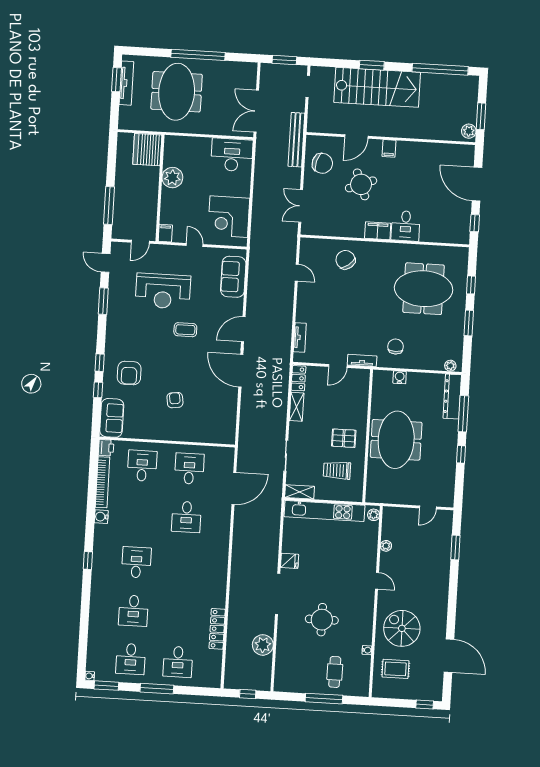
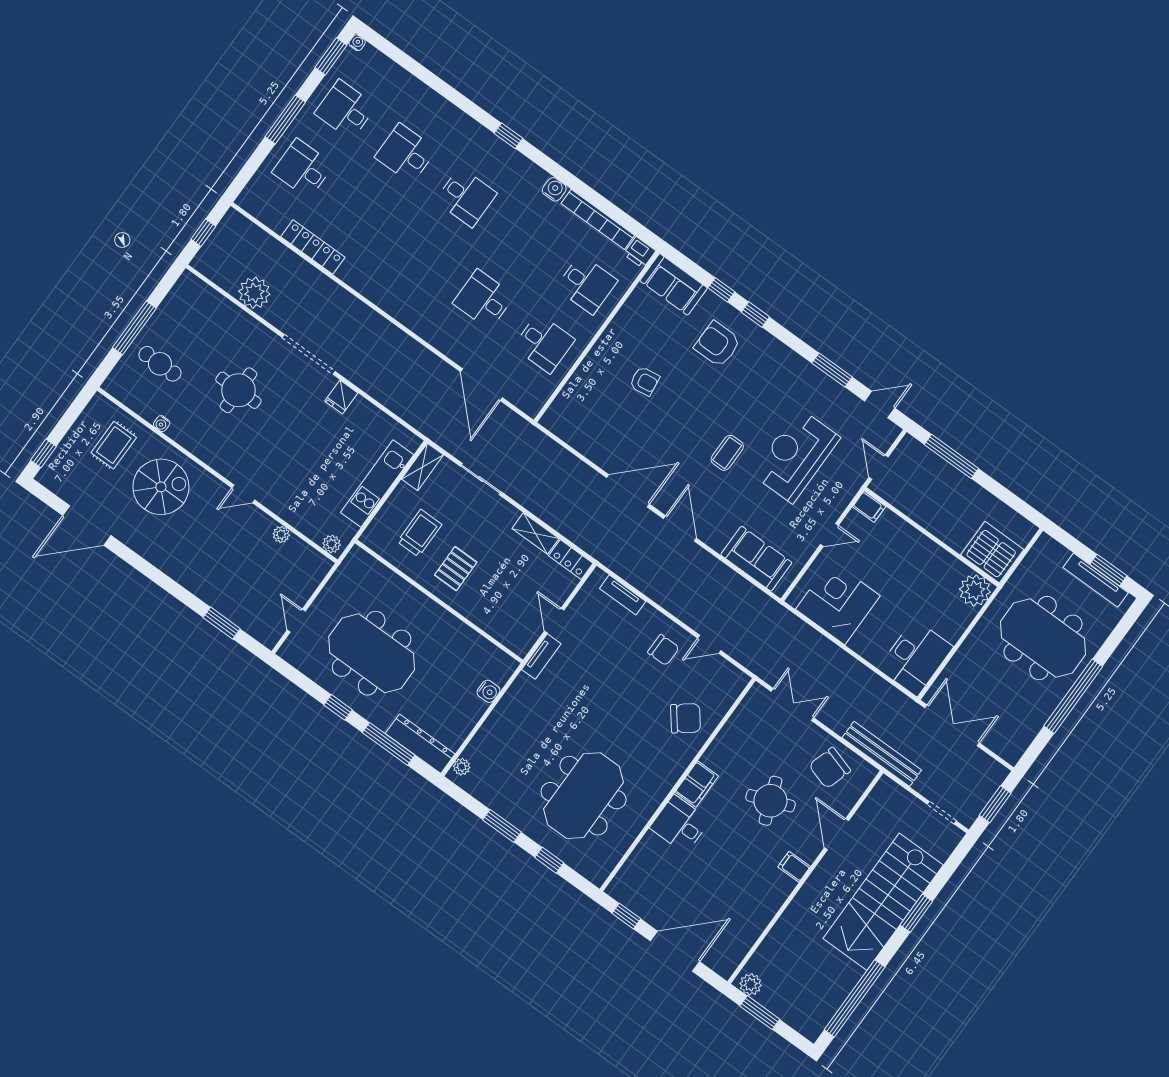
plant: (172, 178) -> (975, 590), moved
chair: (396, 347) -> (663, 650), moved
meeting table: (396, 440) -> (372, 653), moved
kitchen unit: (325, 511) -> (377, 484), width x0.73

